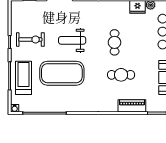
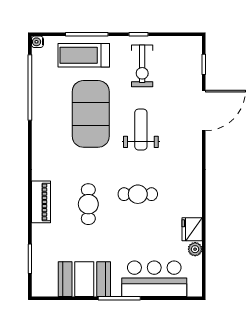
treadmill: (23, 78) -> (84, 55), turned 180
piano: (132, 106) -> (41, 202), moved

